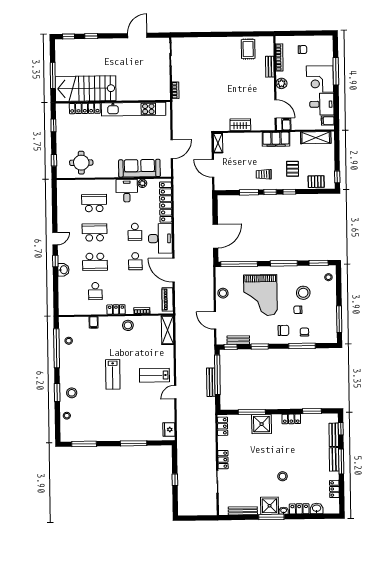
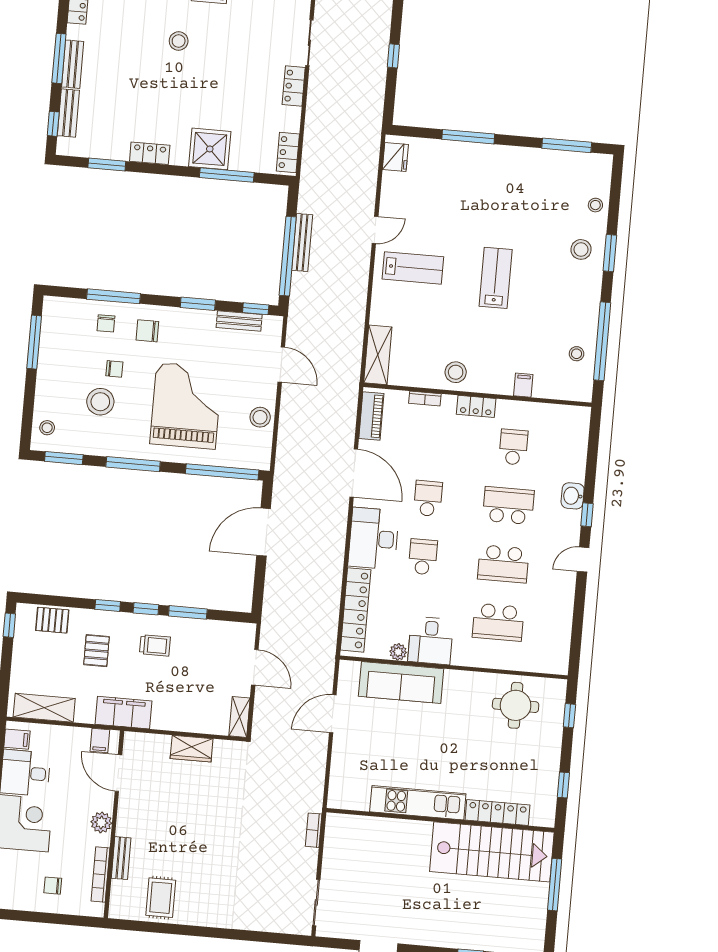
kitchen unit: (134, 109) -> (418, 803), width x0.73

